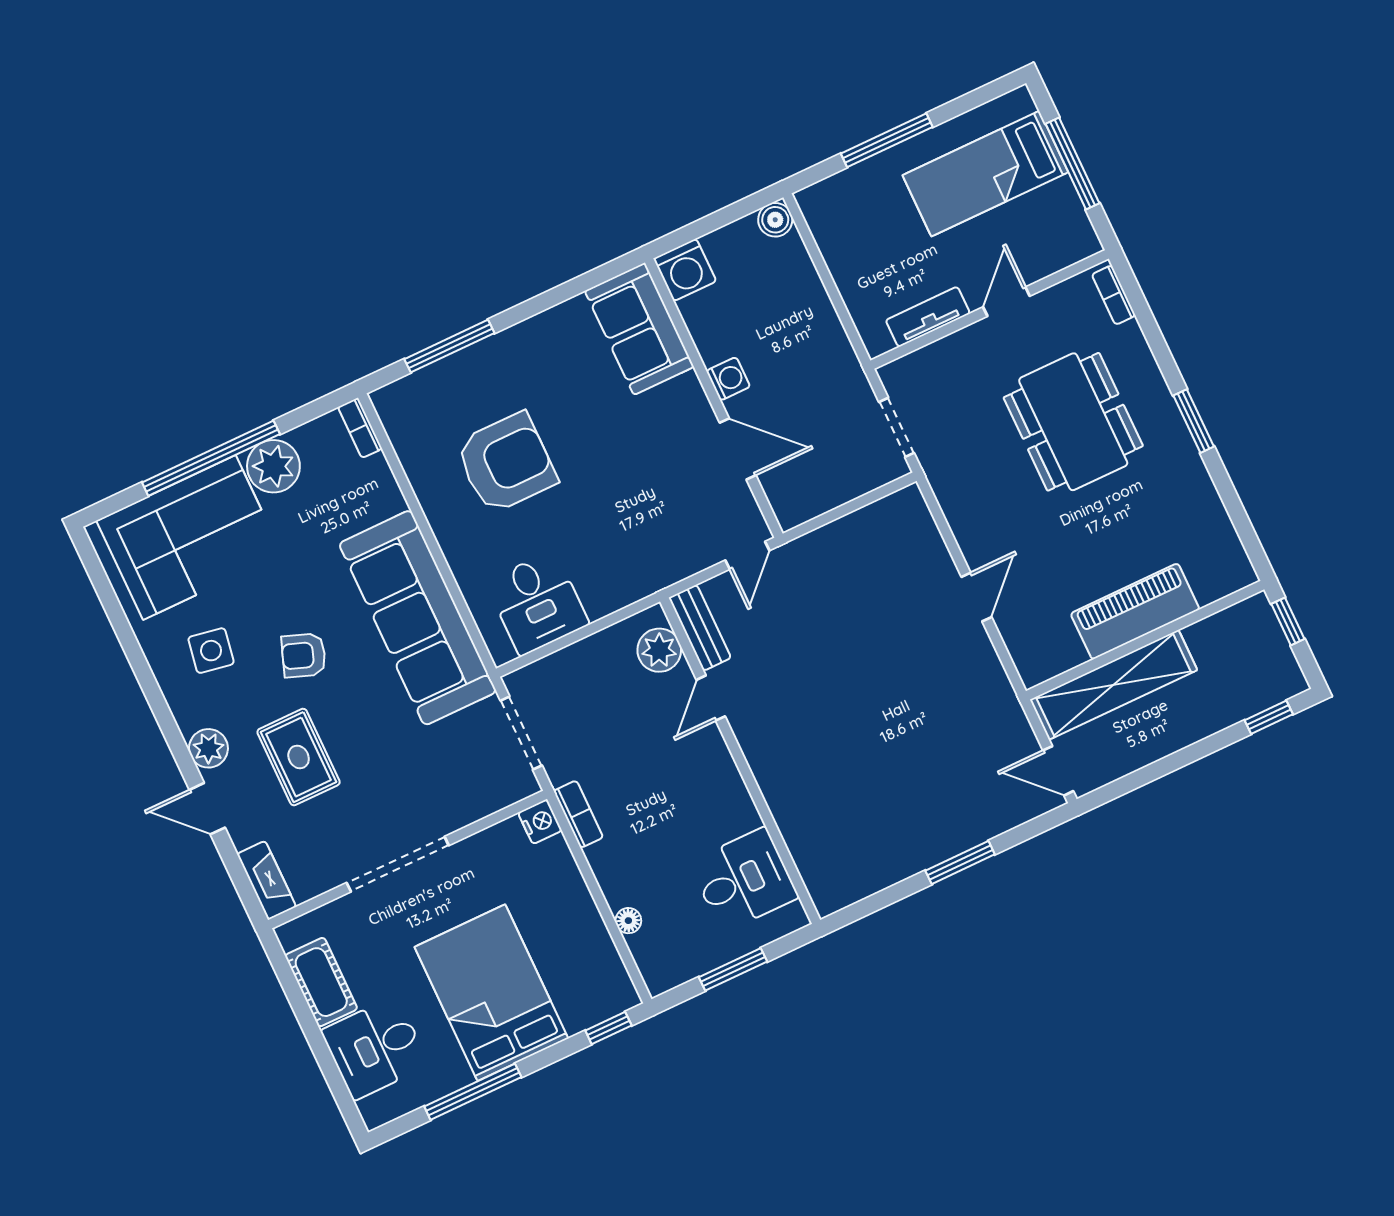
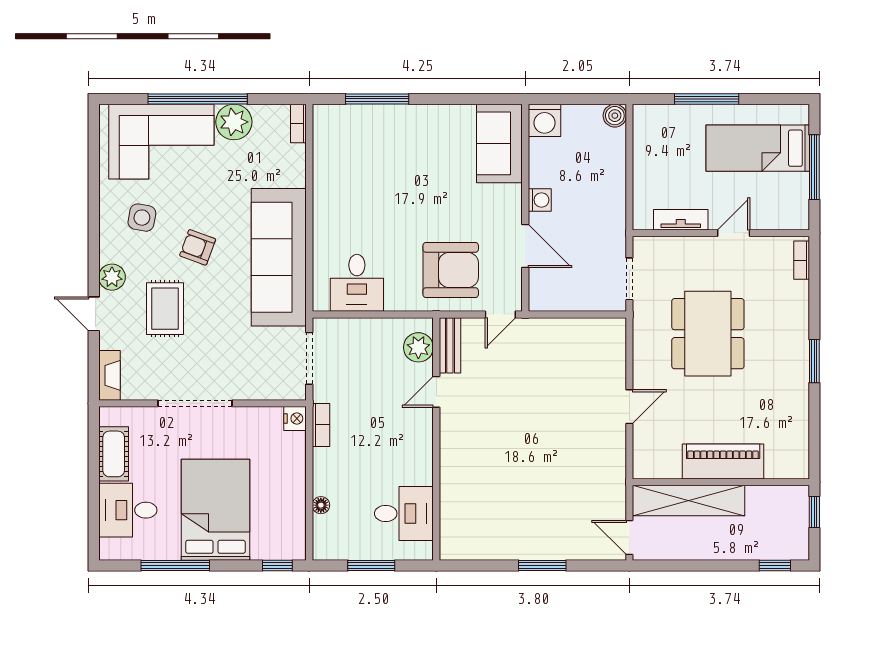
dining table: (1073, 422) -> (708, 334), moved
armchair: (506, 463) -> (451, 270), moved

